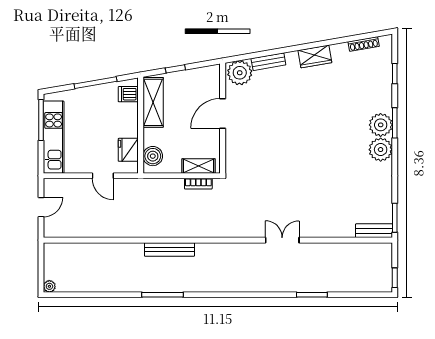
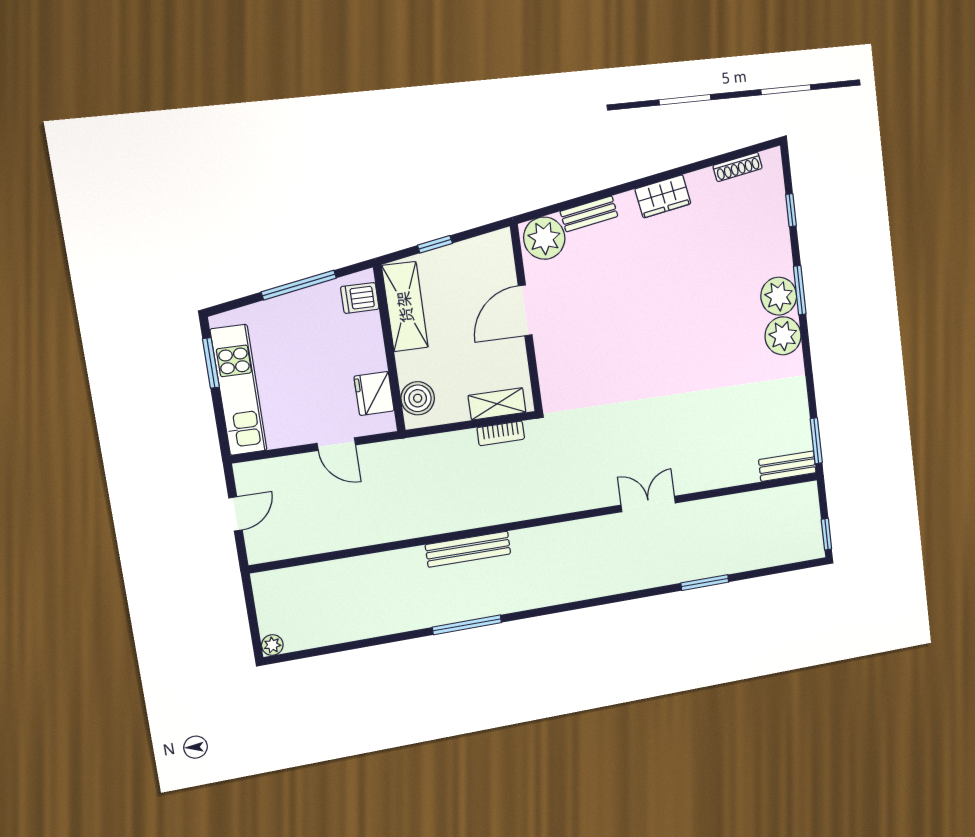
window: (41, 120) -> (211, 363), width x0.69

